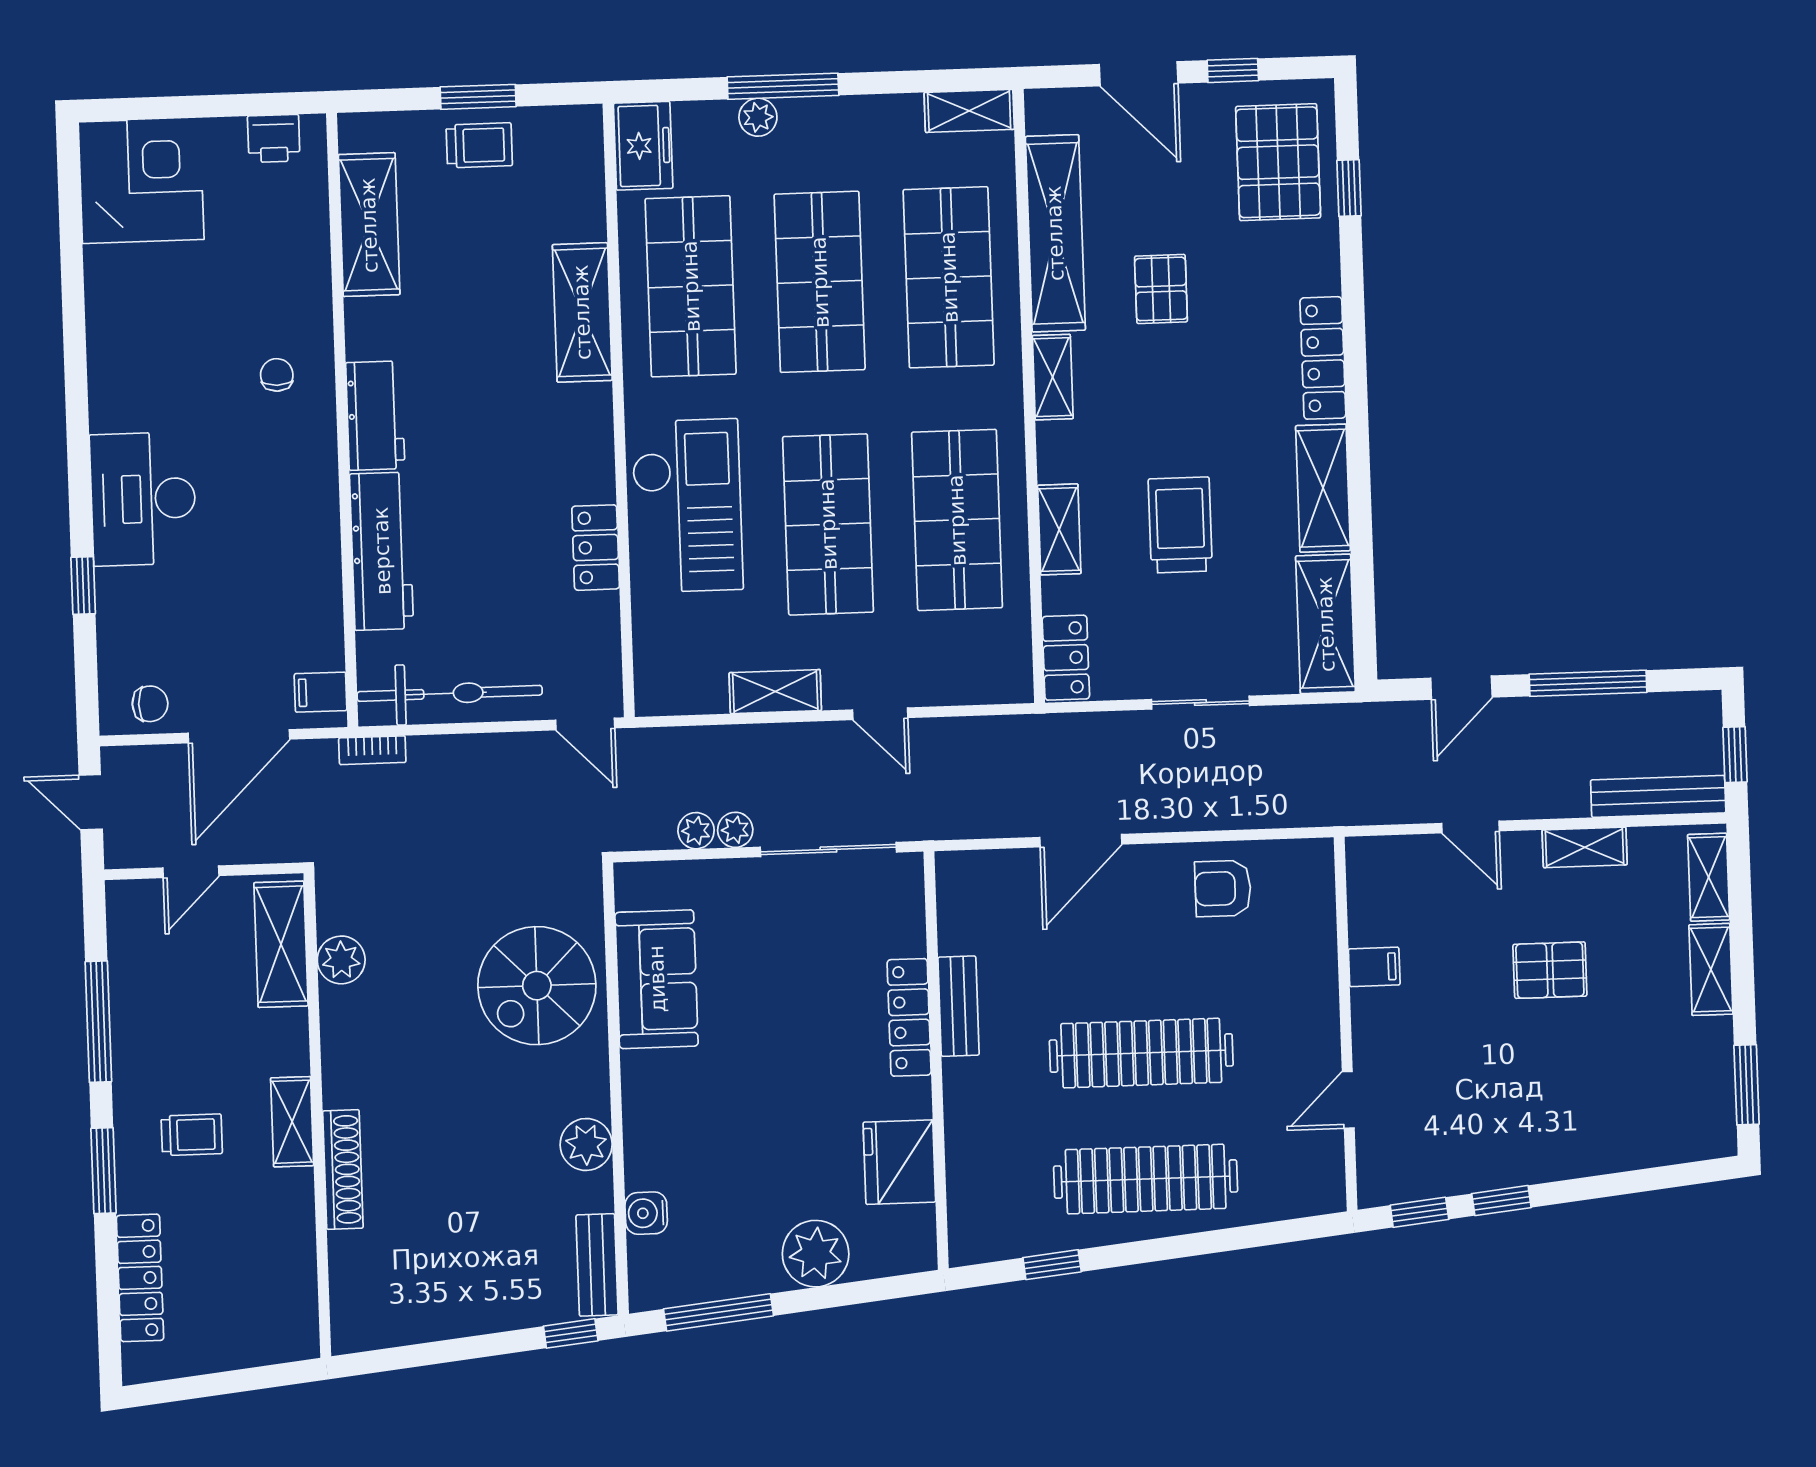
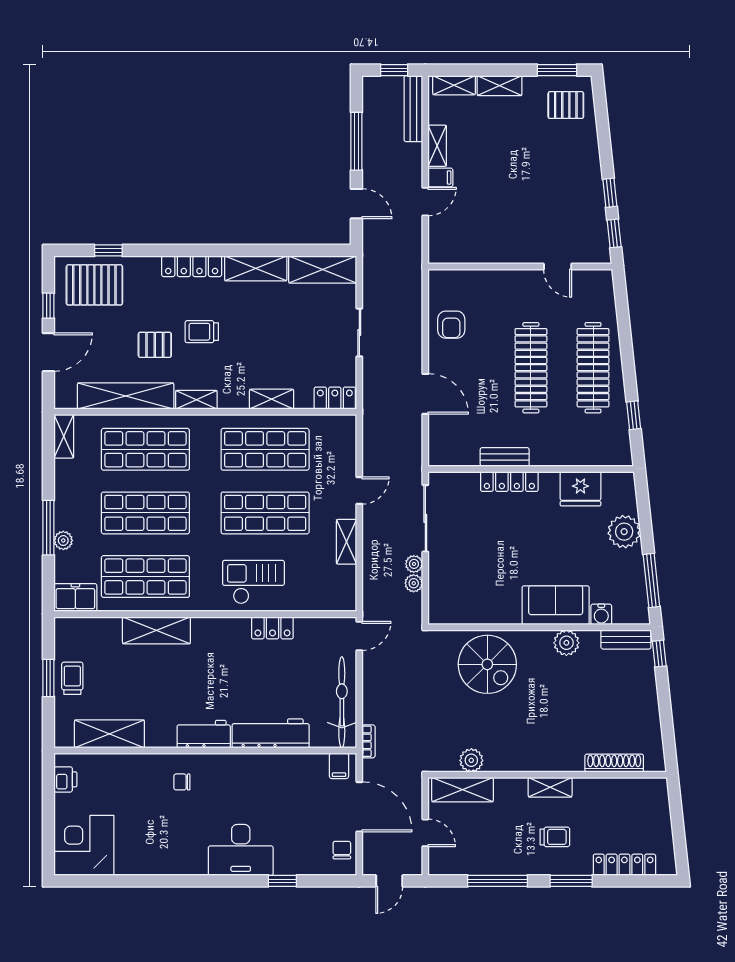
checkout: (687, 506) -> (253, 582), width x0.73, depth x0.83
trolley: (1180, 525) -> (202, 332), moved, width x0.73, depth x0.72
filing cabinet: (1374, 967) -> (440, 177), moved, turned 90
pallet: (1550, 970) -> (566, 105), moved, turned 90
sofa: (657, 979) -> (556, 605), moved
trolley: (192, 1135) -> (555, 837), turned 90
shoe rack: (343, 1169) -> (614, 763), moved

